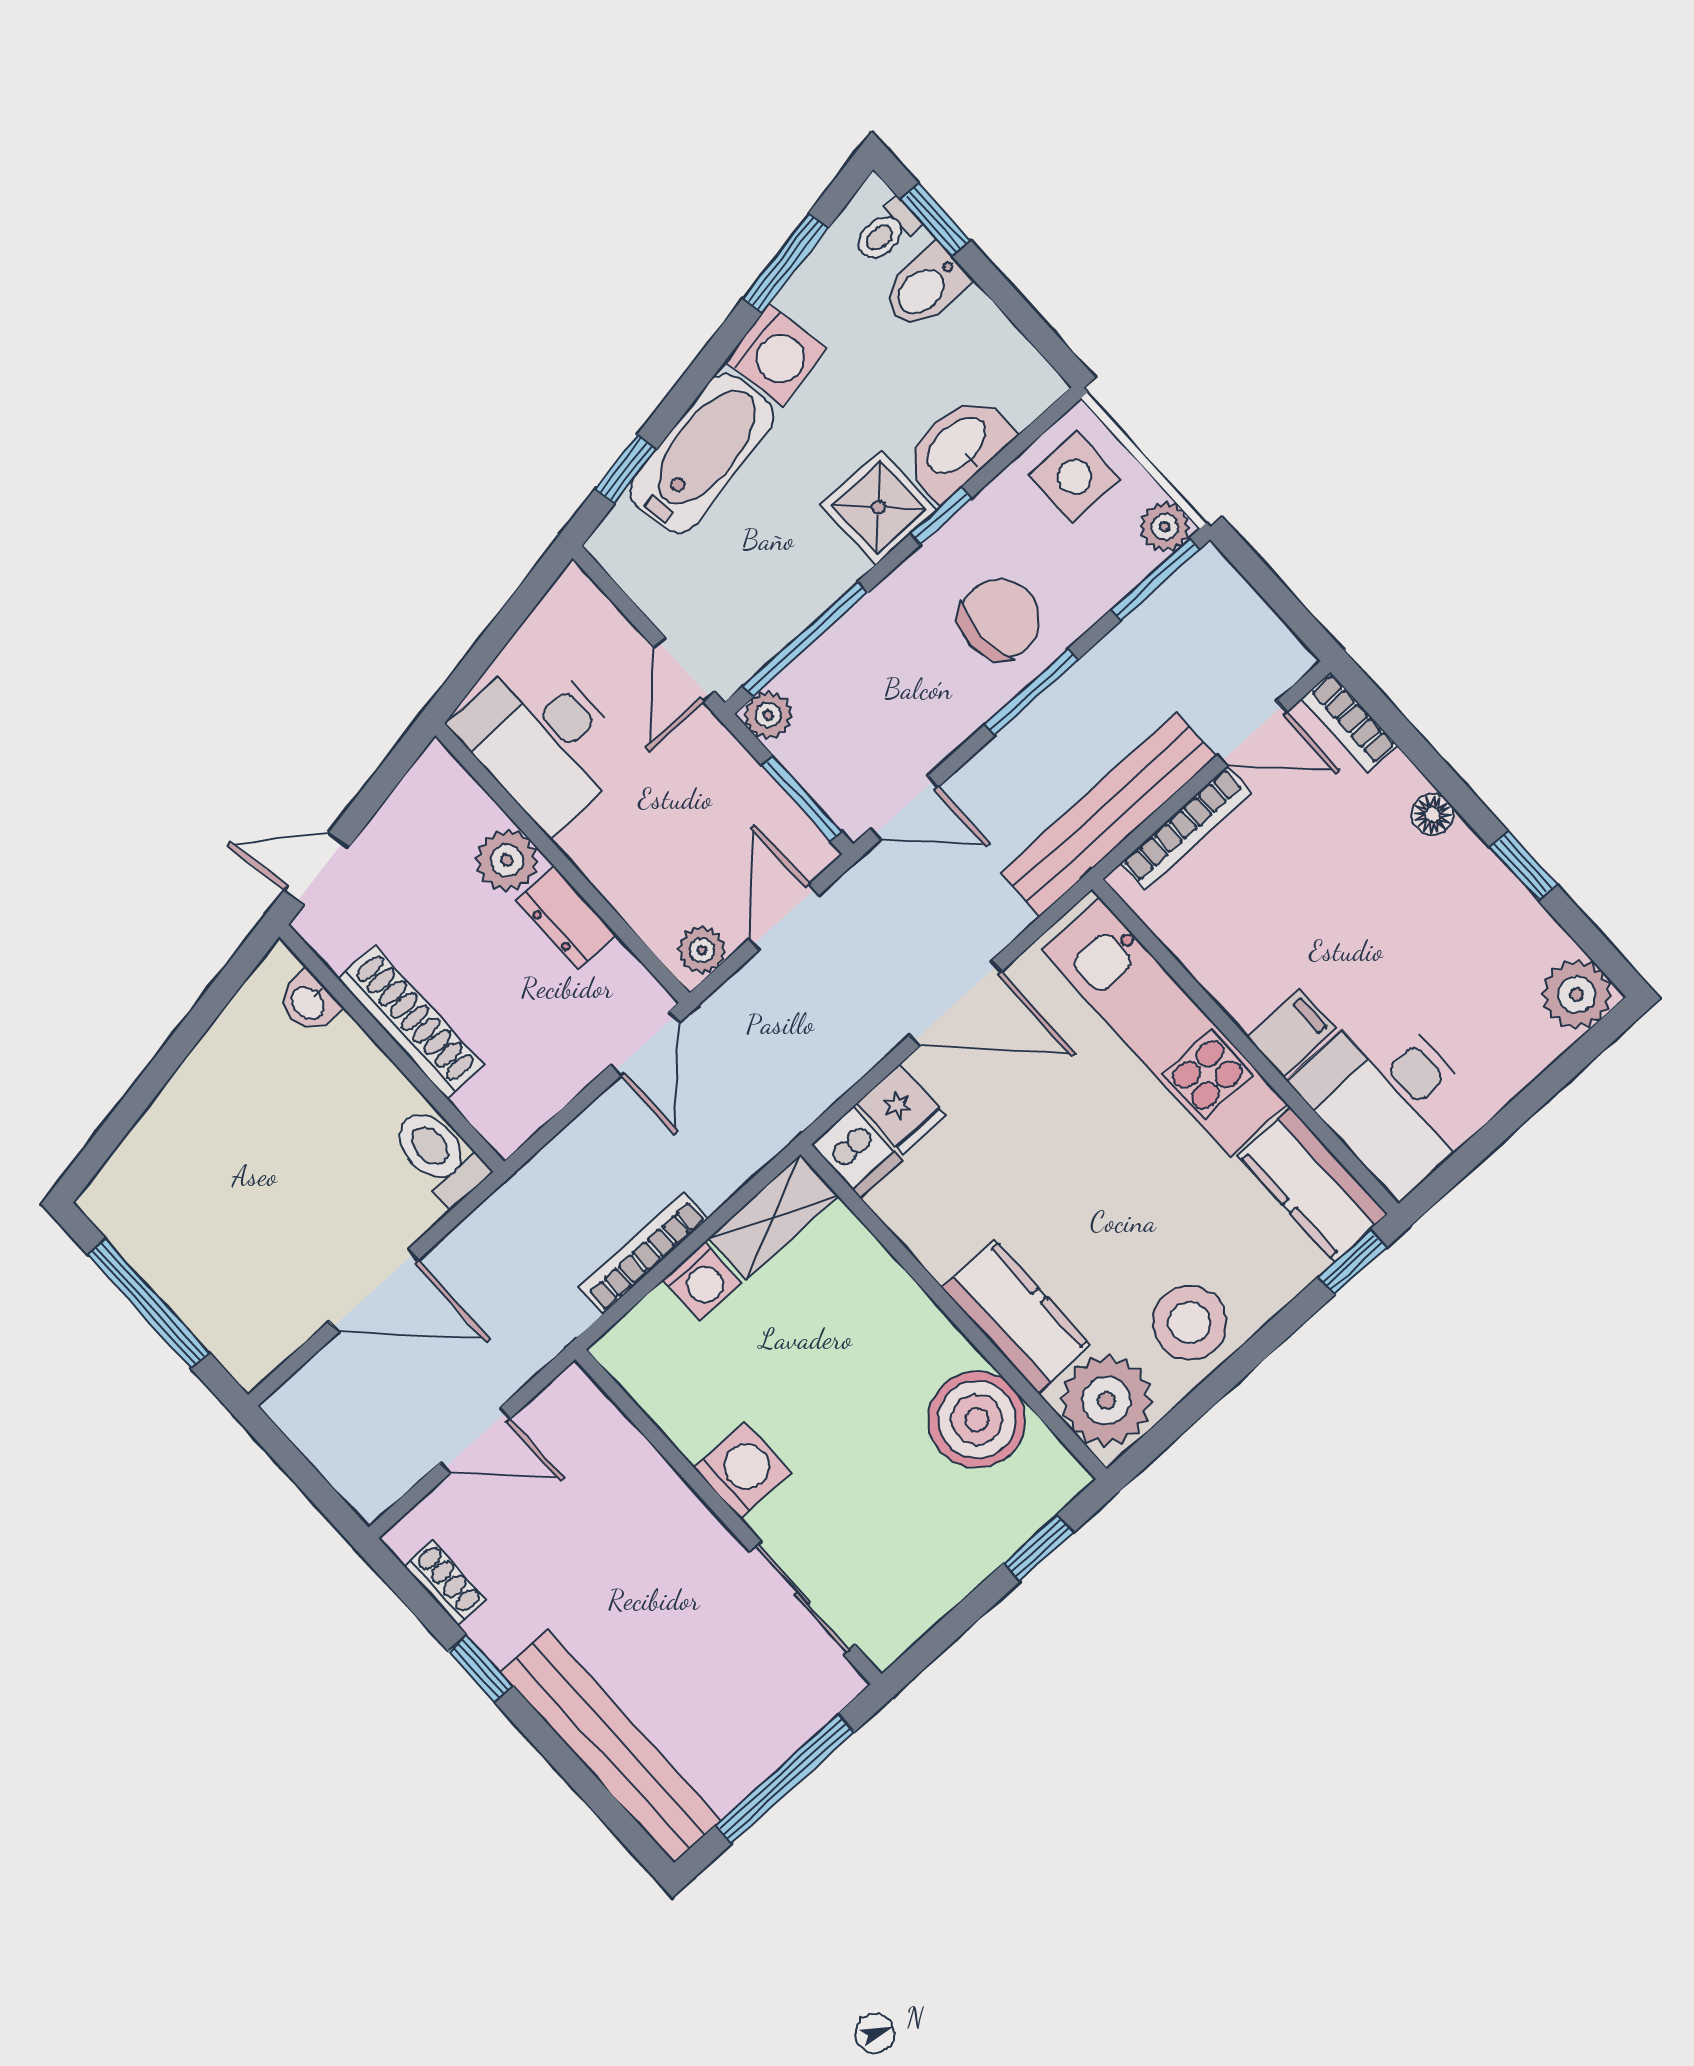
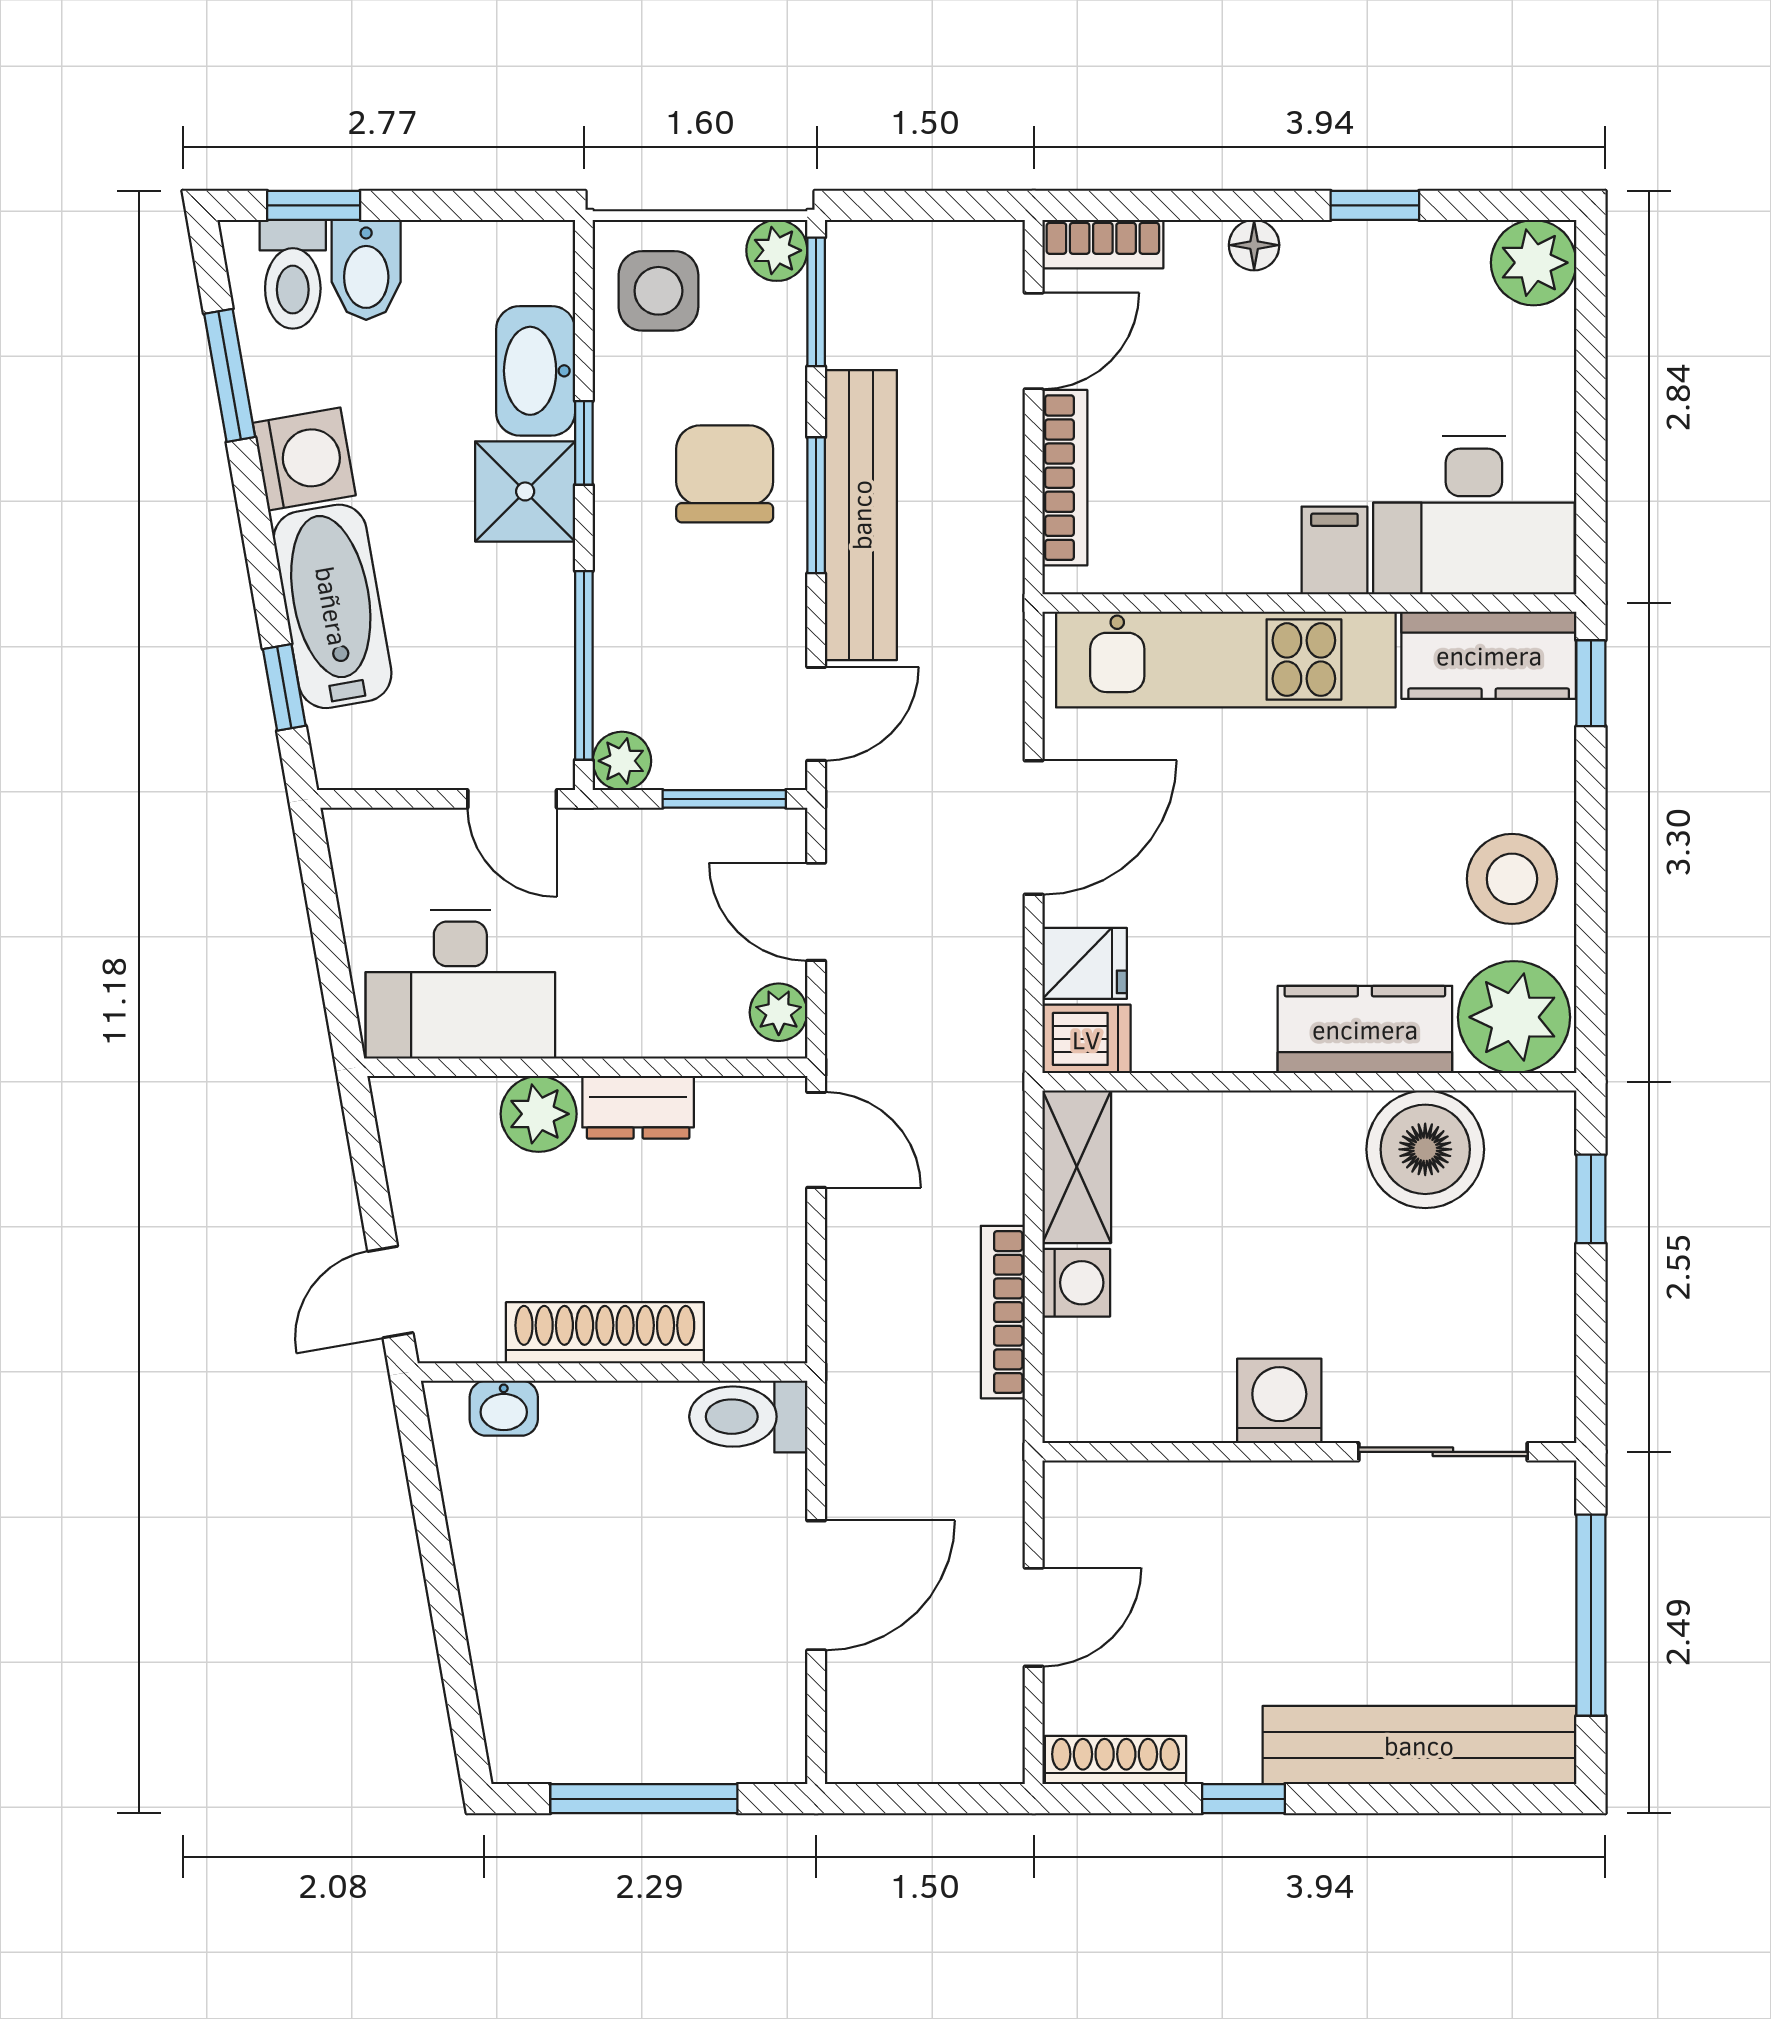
toilet: (886, 232) -> (293, 274), width x1.37, depth x1.39
bench: (1108, 814) -> (861, 515), moved
shoe rack: (445, 1582) -> (1115, 1760), width x1.43

